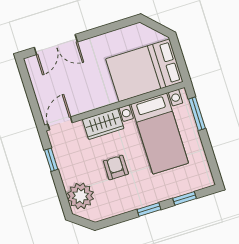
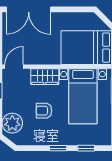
double door: (56, 45) -> (29, 9), width x1.37
armchair: (116, 167) -> (44, 111), turned -90

